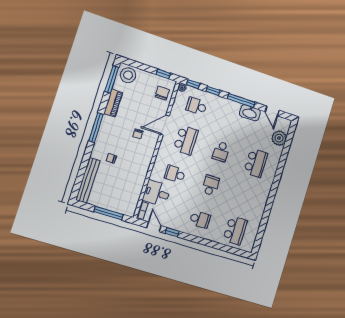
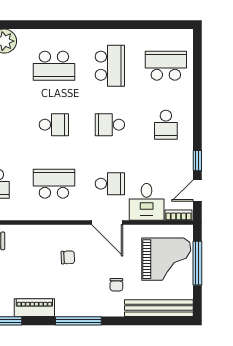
door: (165, 125) -> (107, 223), moved
school desk: (256, 163) -> (54, 66), turned 180
school desk: (175, 174) -> (110, 184), turned -90
grand piano: (117, 194) -> (166, 259), added
school desk: (245, 196) -> (110, 66), added
school desk: (200, 219) -> (166, 125), turned 180

